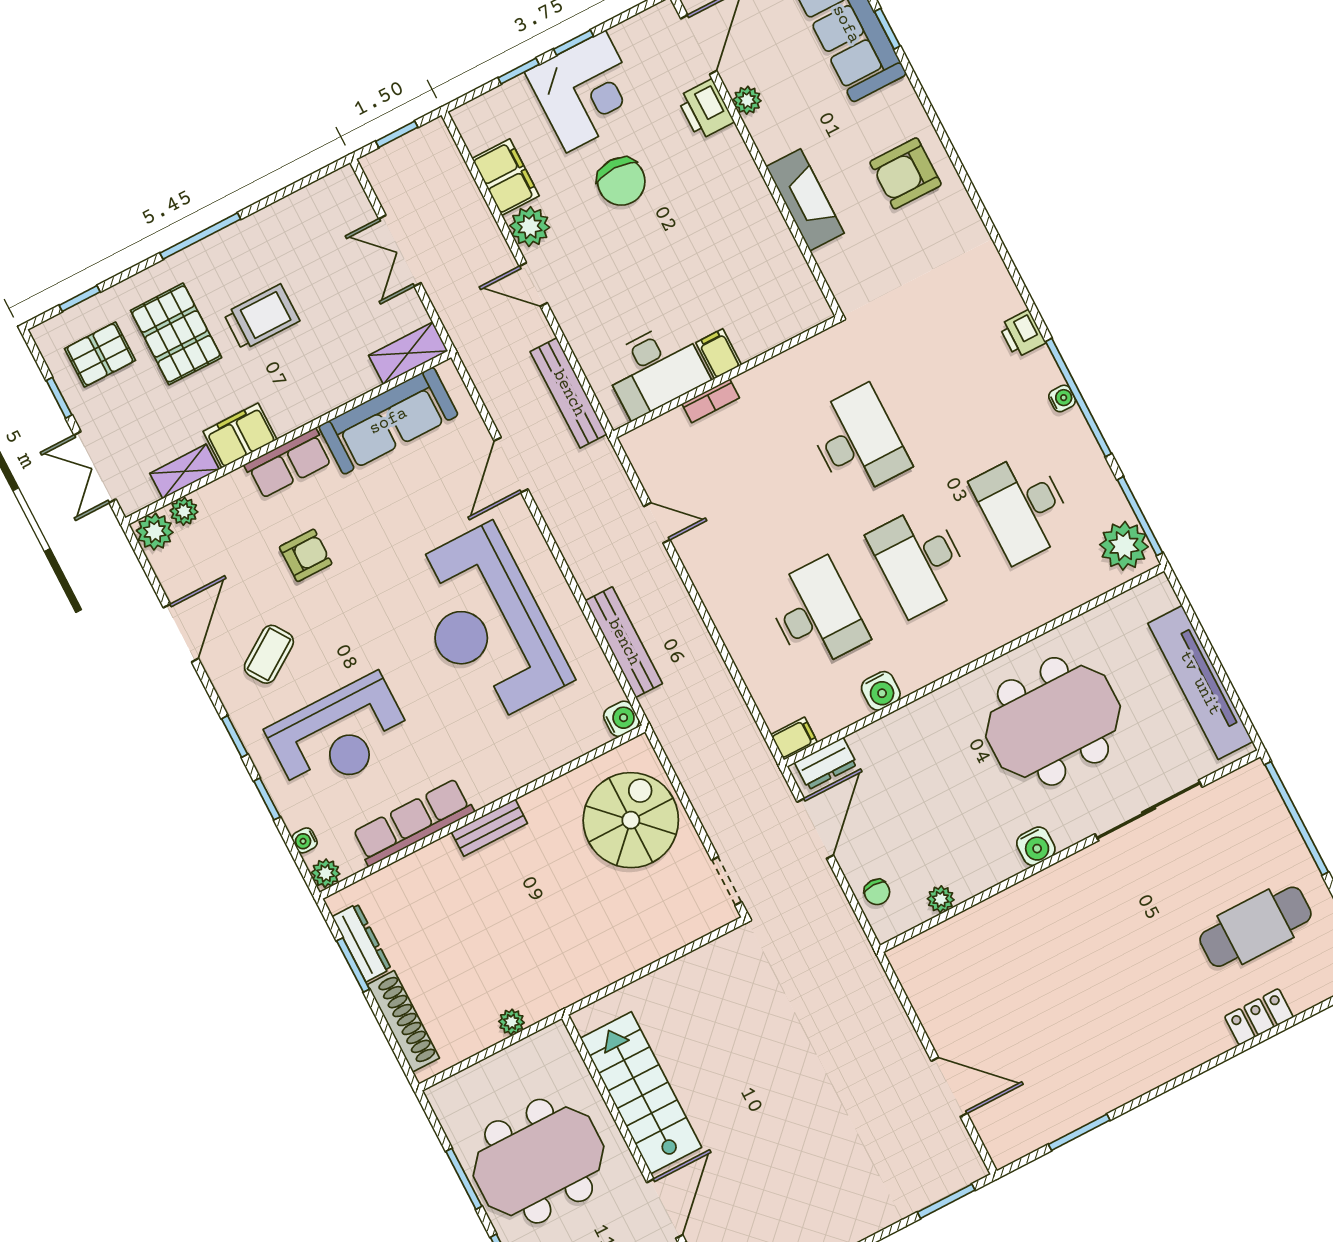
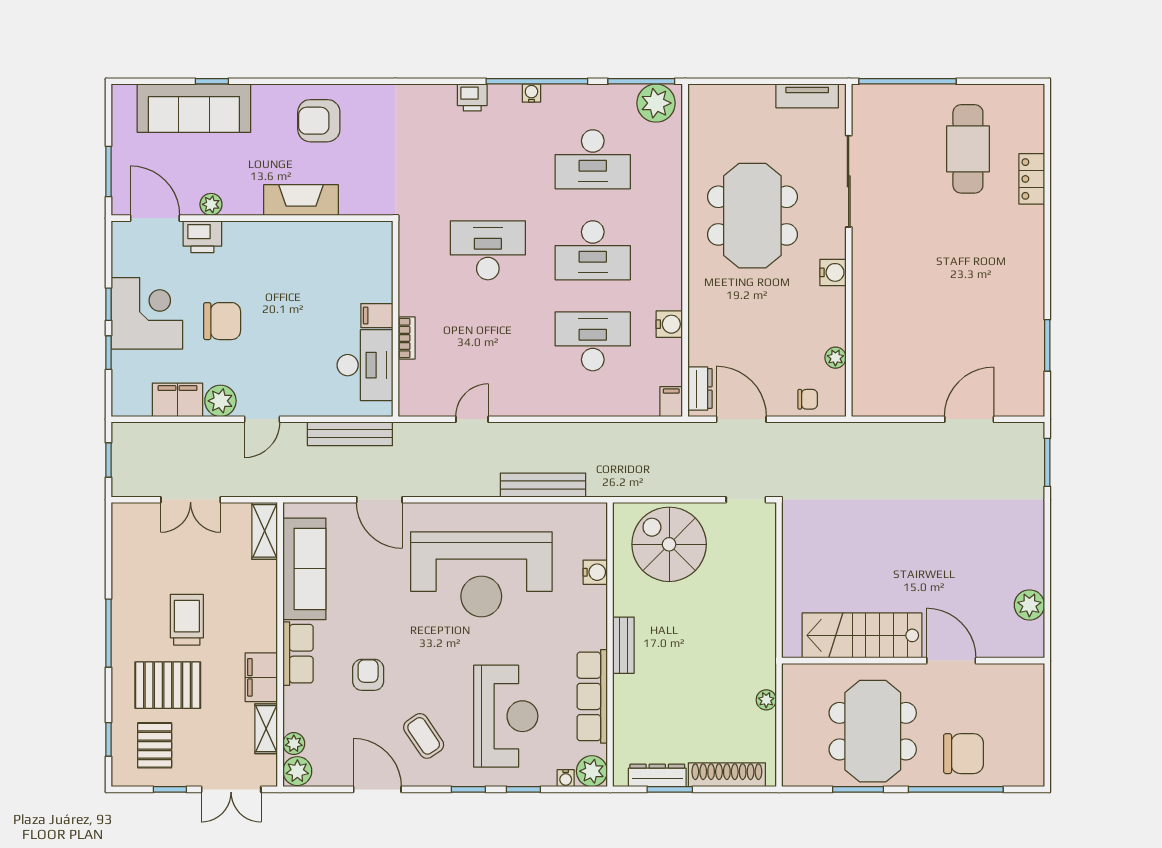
armchair: (906, 173) -> (319, 121), turned 90
tv unit: (1200, 683) -> (807, 96), width x0.52, depth x0.78
water cooler: (621, 719) -> (595, 572), moved, turned 90
plant: (326, 873) -> (592, 771), width x1.38, depth x1.38

